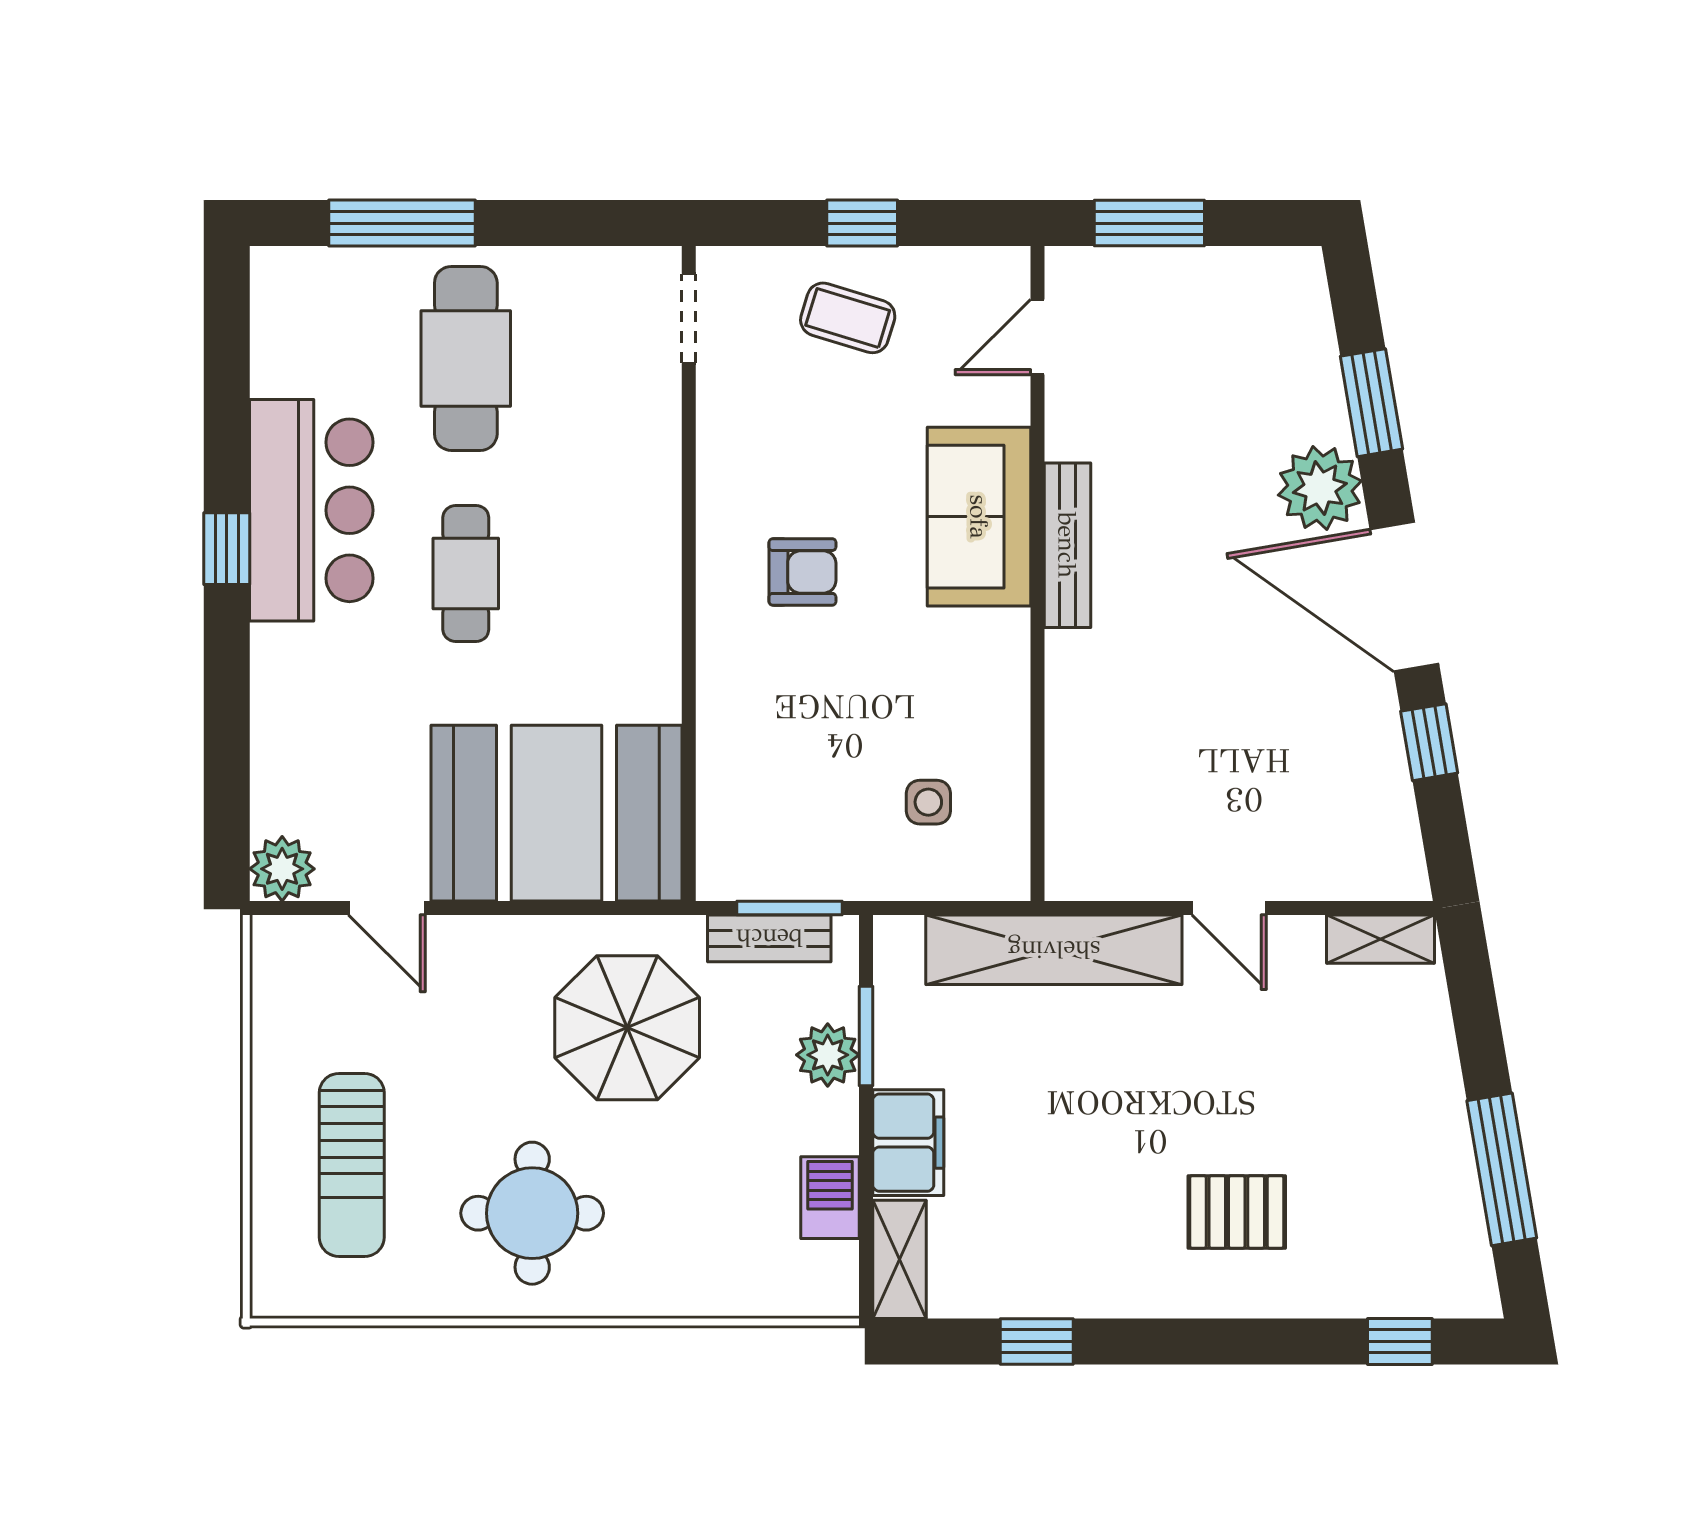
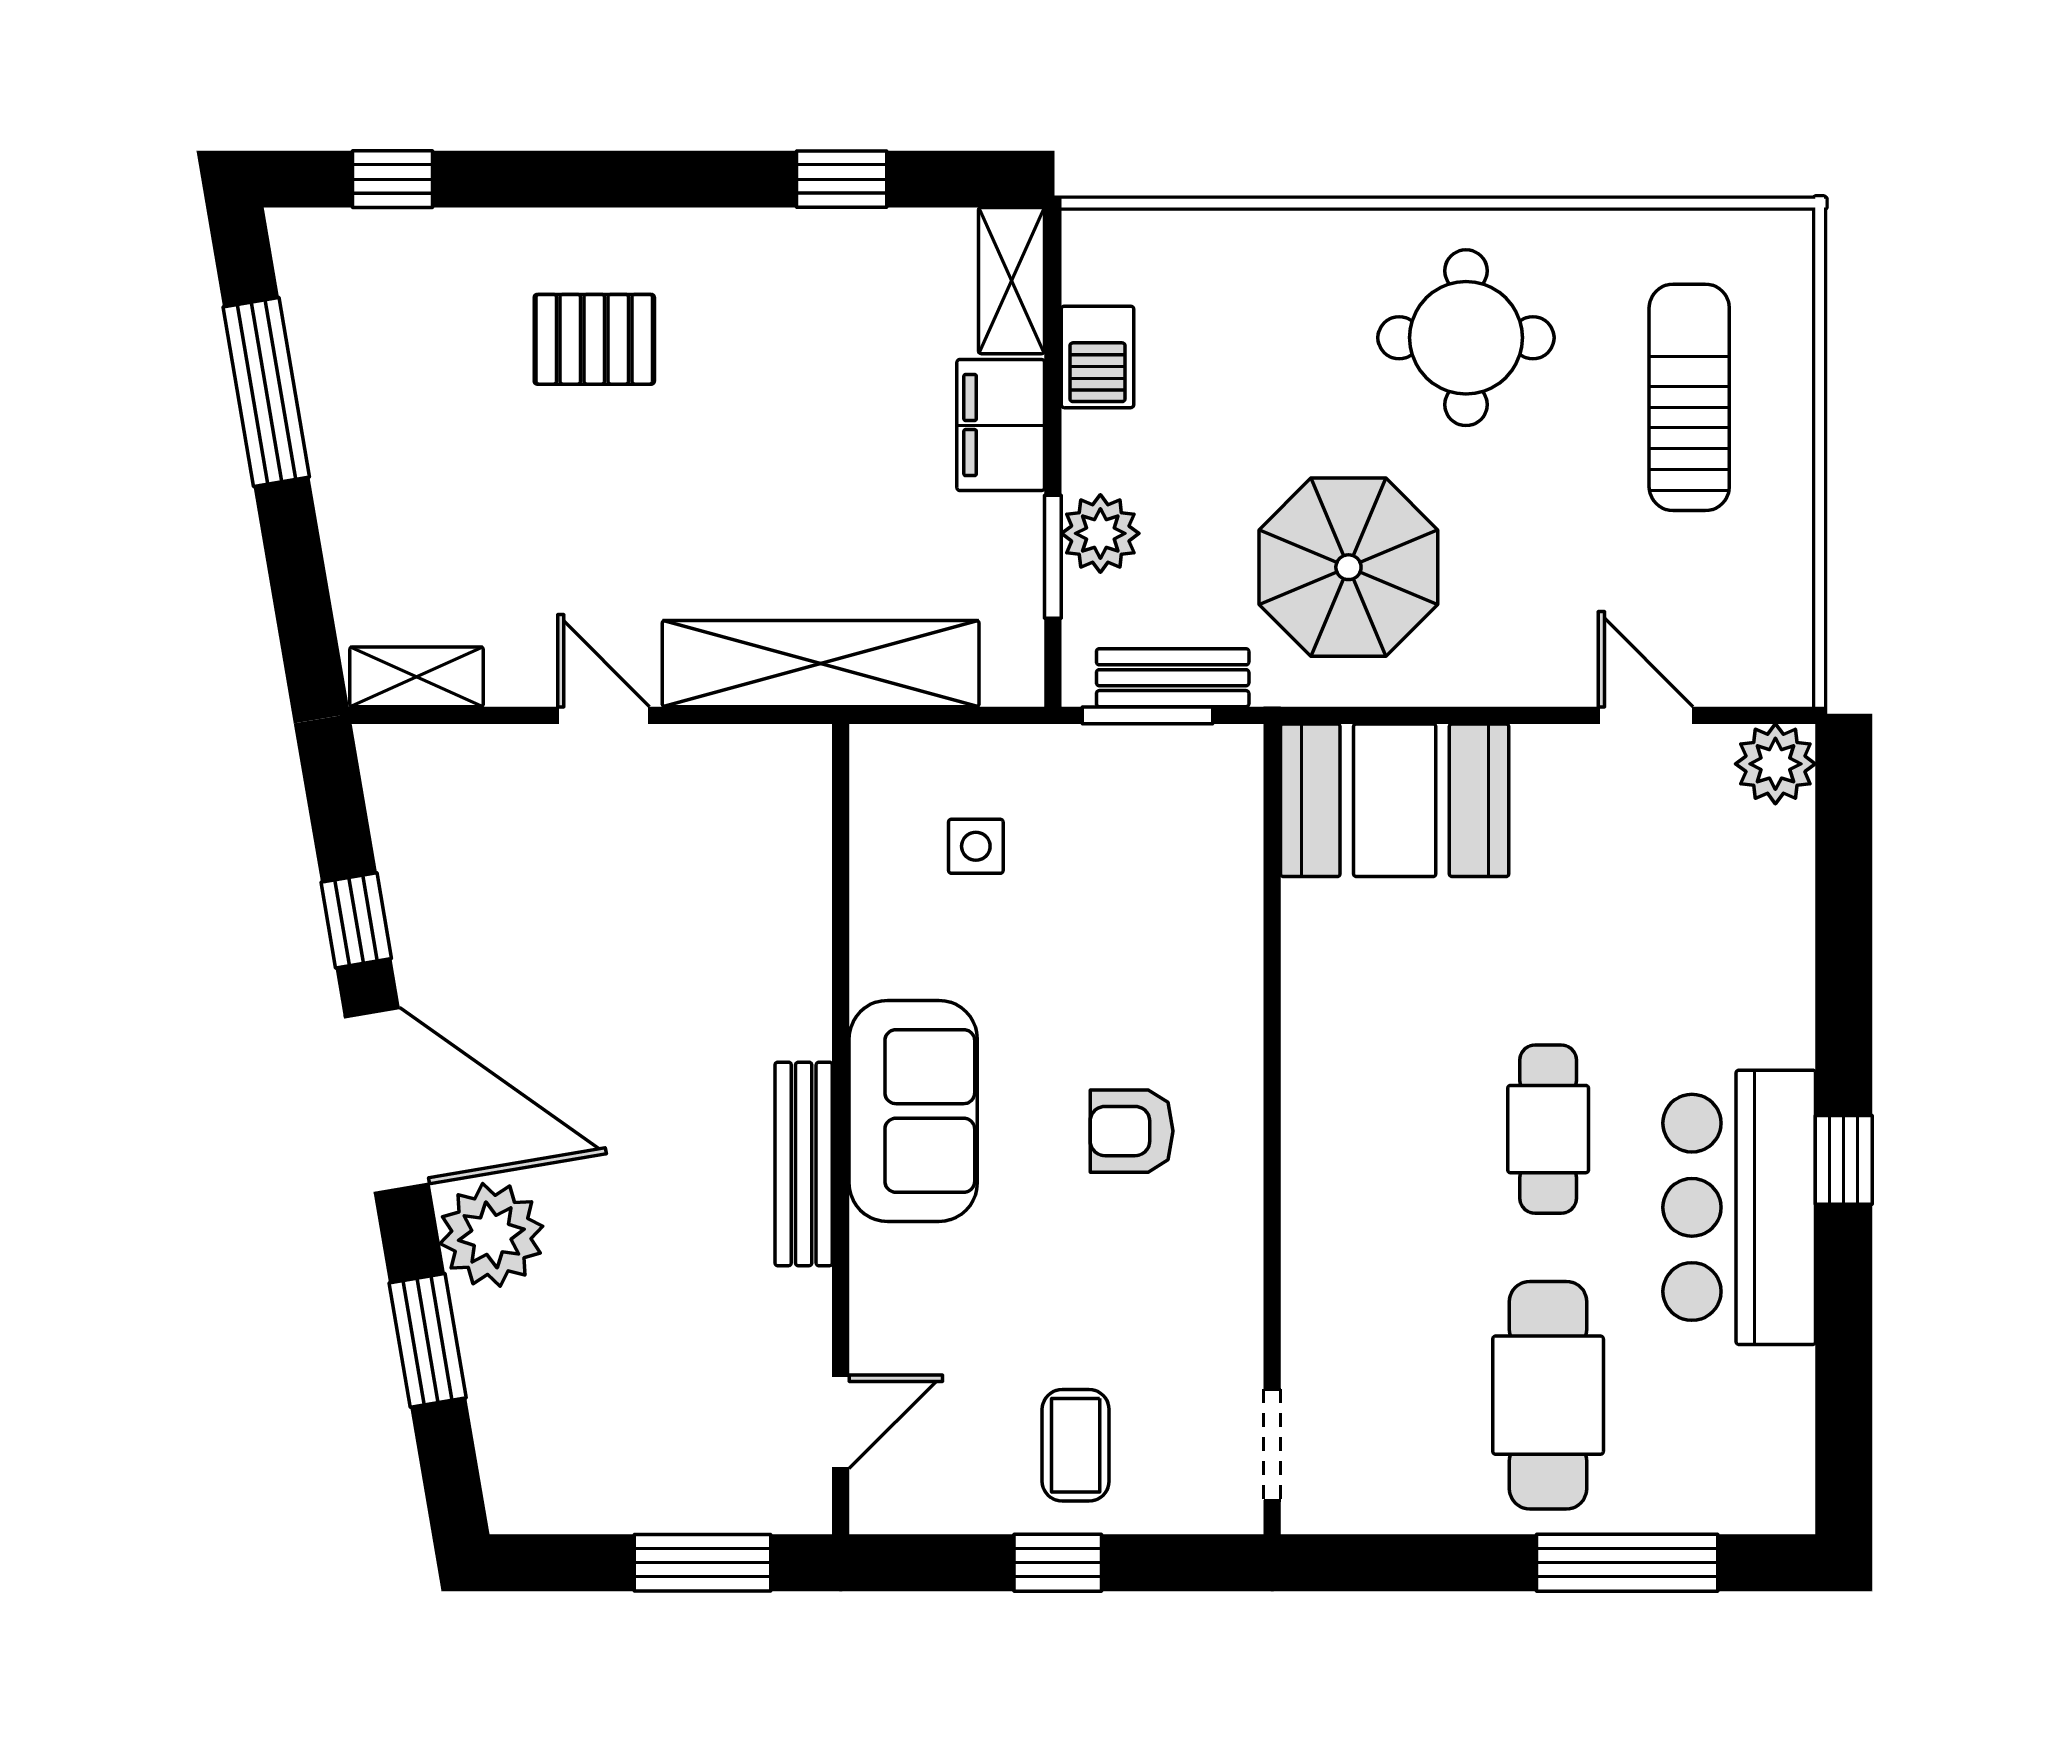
coffee table: (848, 318) -> (1076, 1445), turned 73
sofa: (979, 517) -> (913, 1111), moved
booth: (556, 813) -> (1395, 800), width x0.73, depth x0.70

